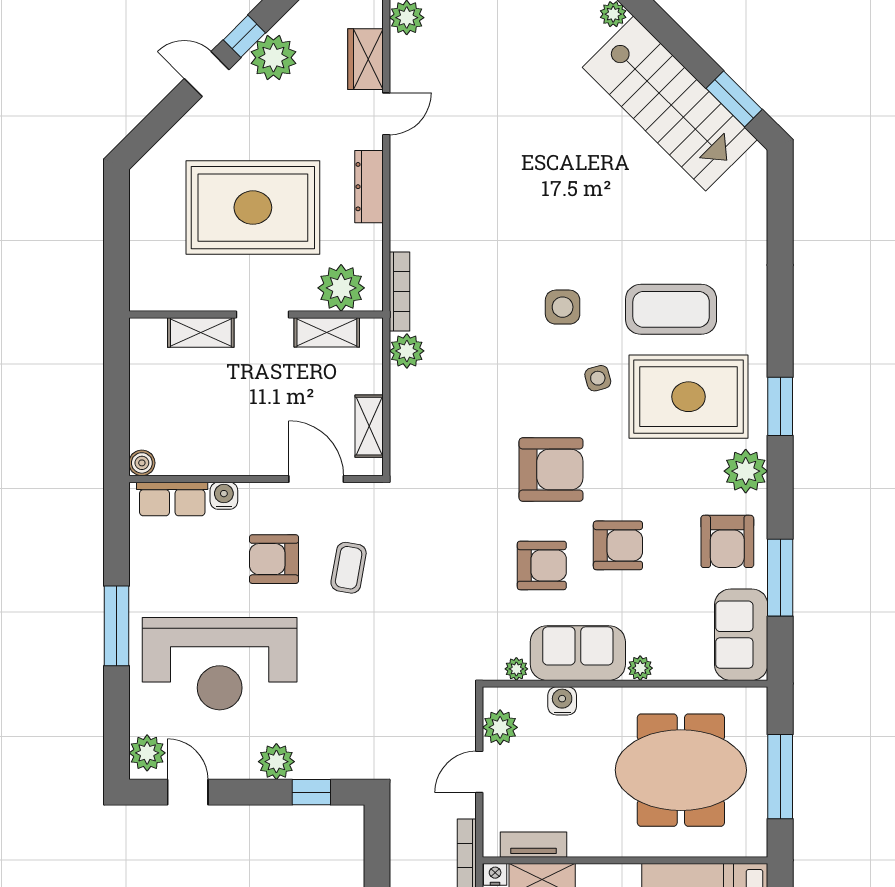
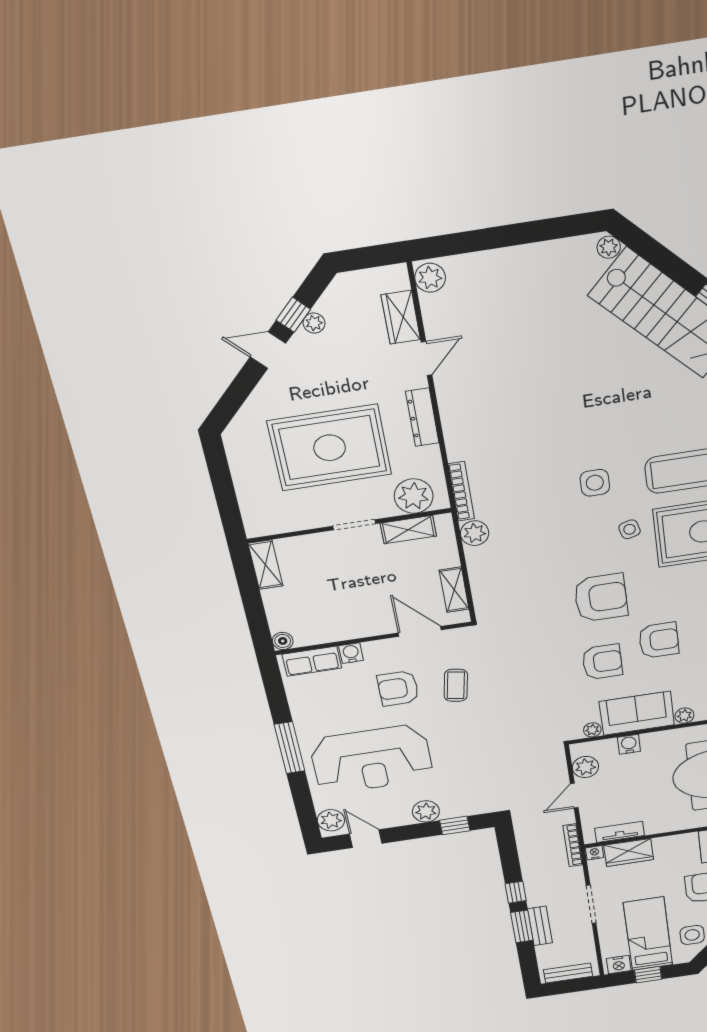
plant: (273, 58) -> (314, 323), width x0.53, depth x0.53
shelving: (201, 333) -> (265, 565), moved, turned 90

